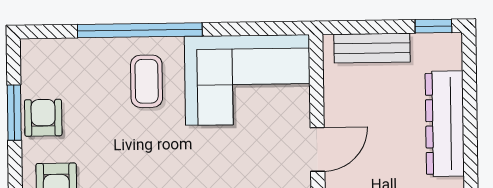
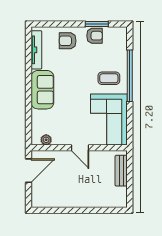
window: (433, 26) -> (130, 196), removed
dresser: (445, 124) -> (90, 200), removed

